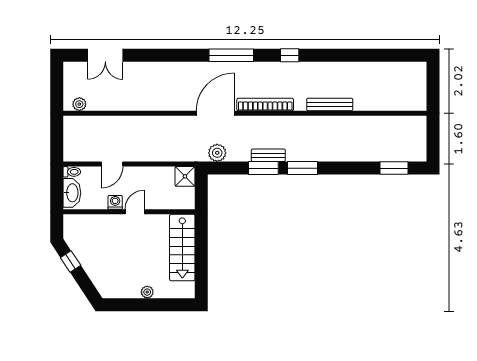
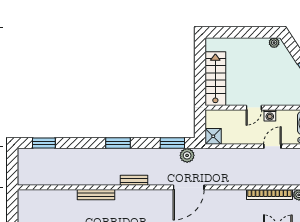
bookcase: (265, 105) -> (269, 195), moved
bench: (268, 155) -> (134, 180), moved
window: (263, 168) -> (172, 143), moved
plant: (147, 292) -> (274, 43), moved

